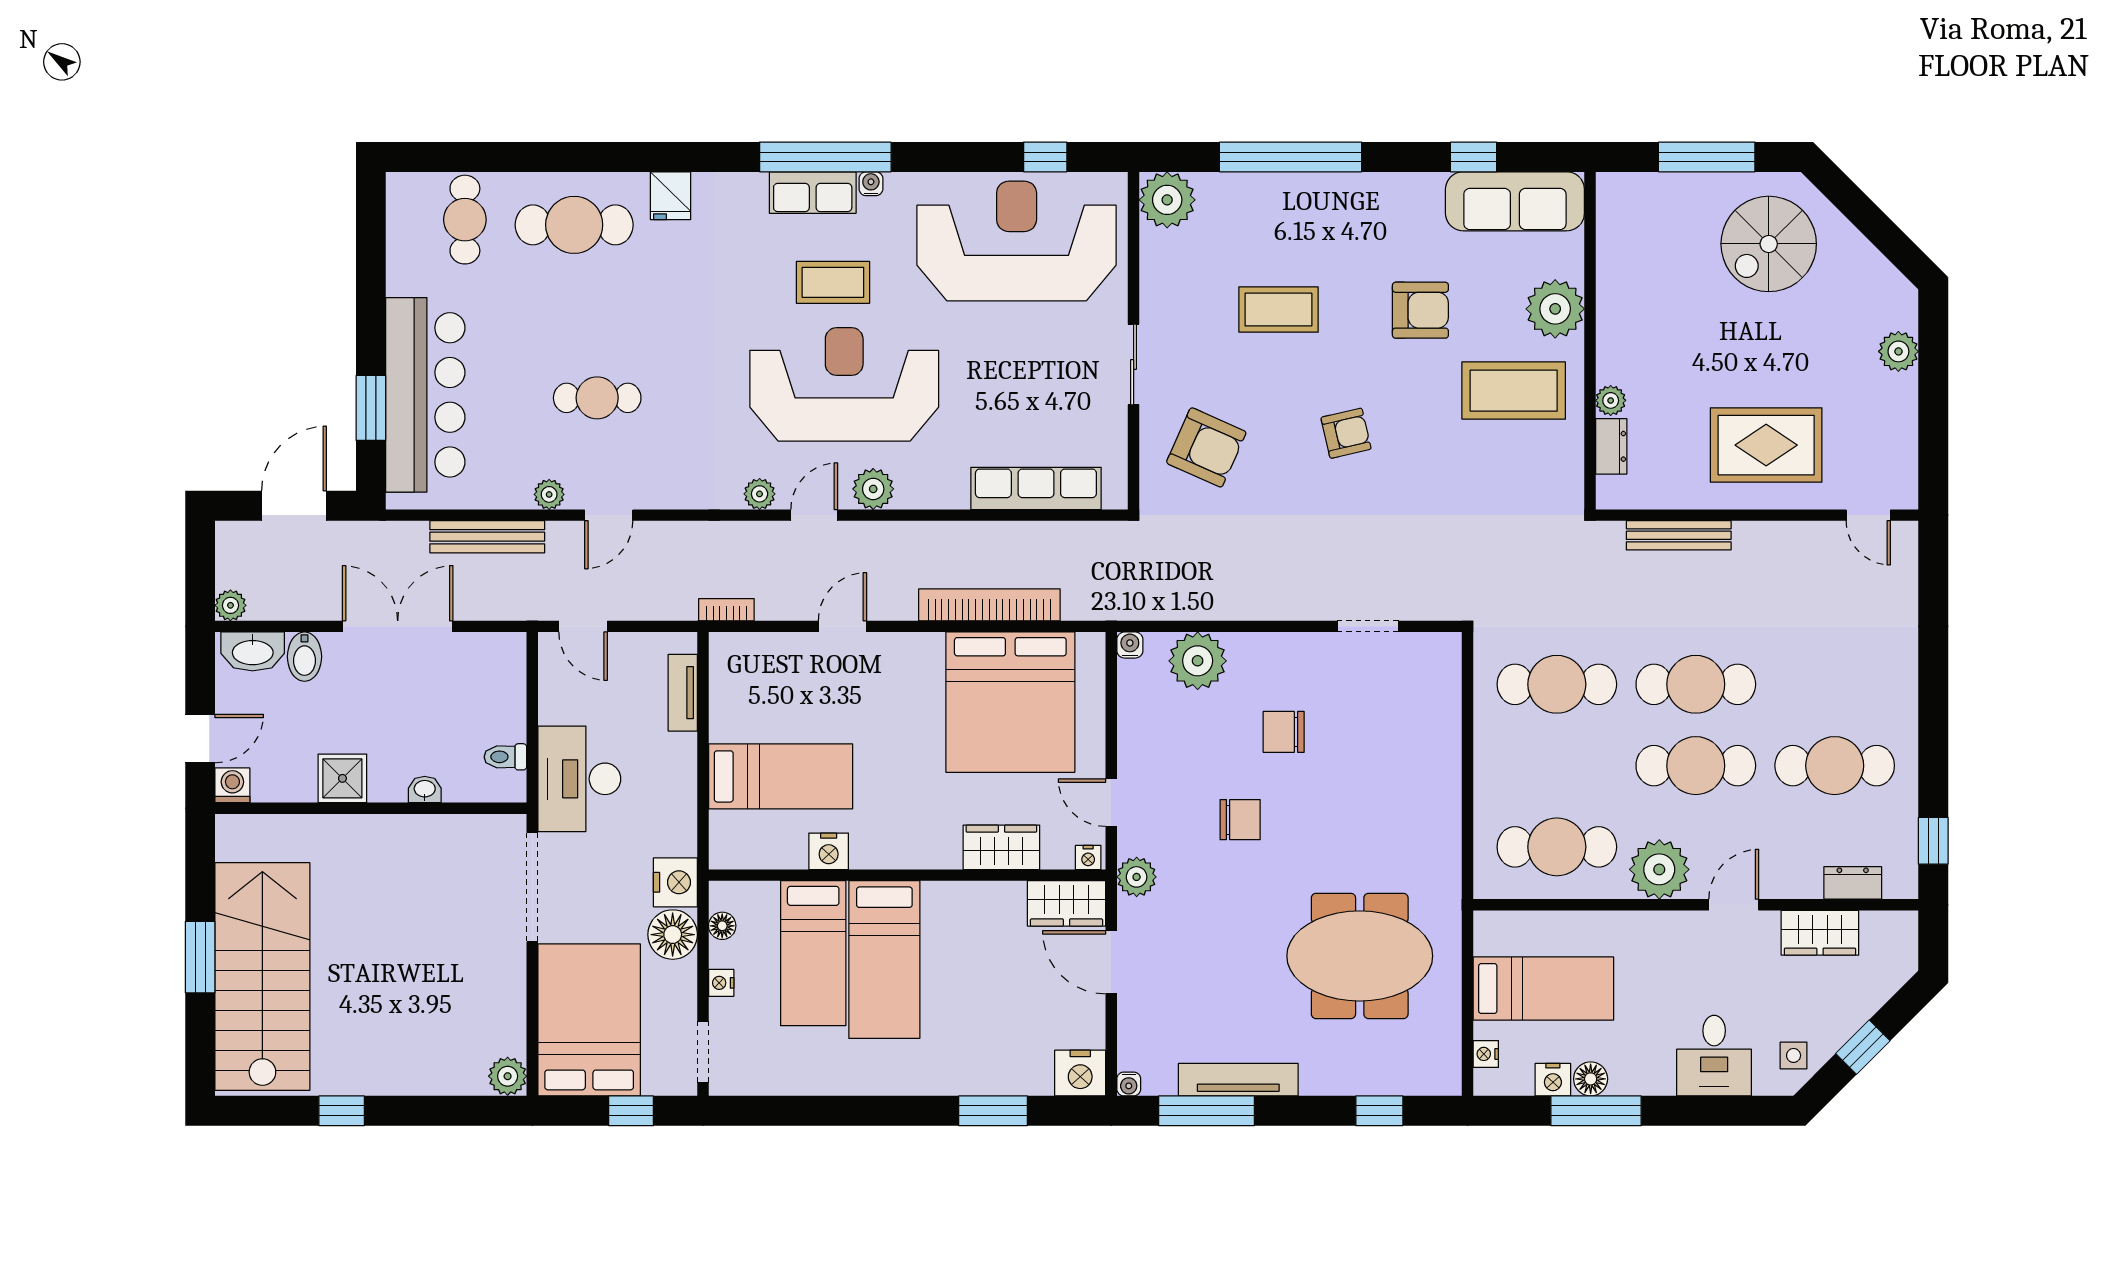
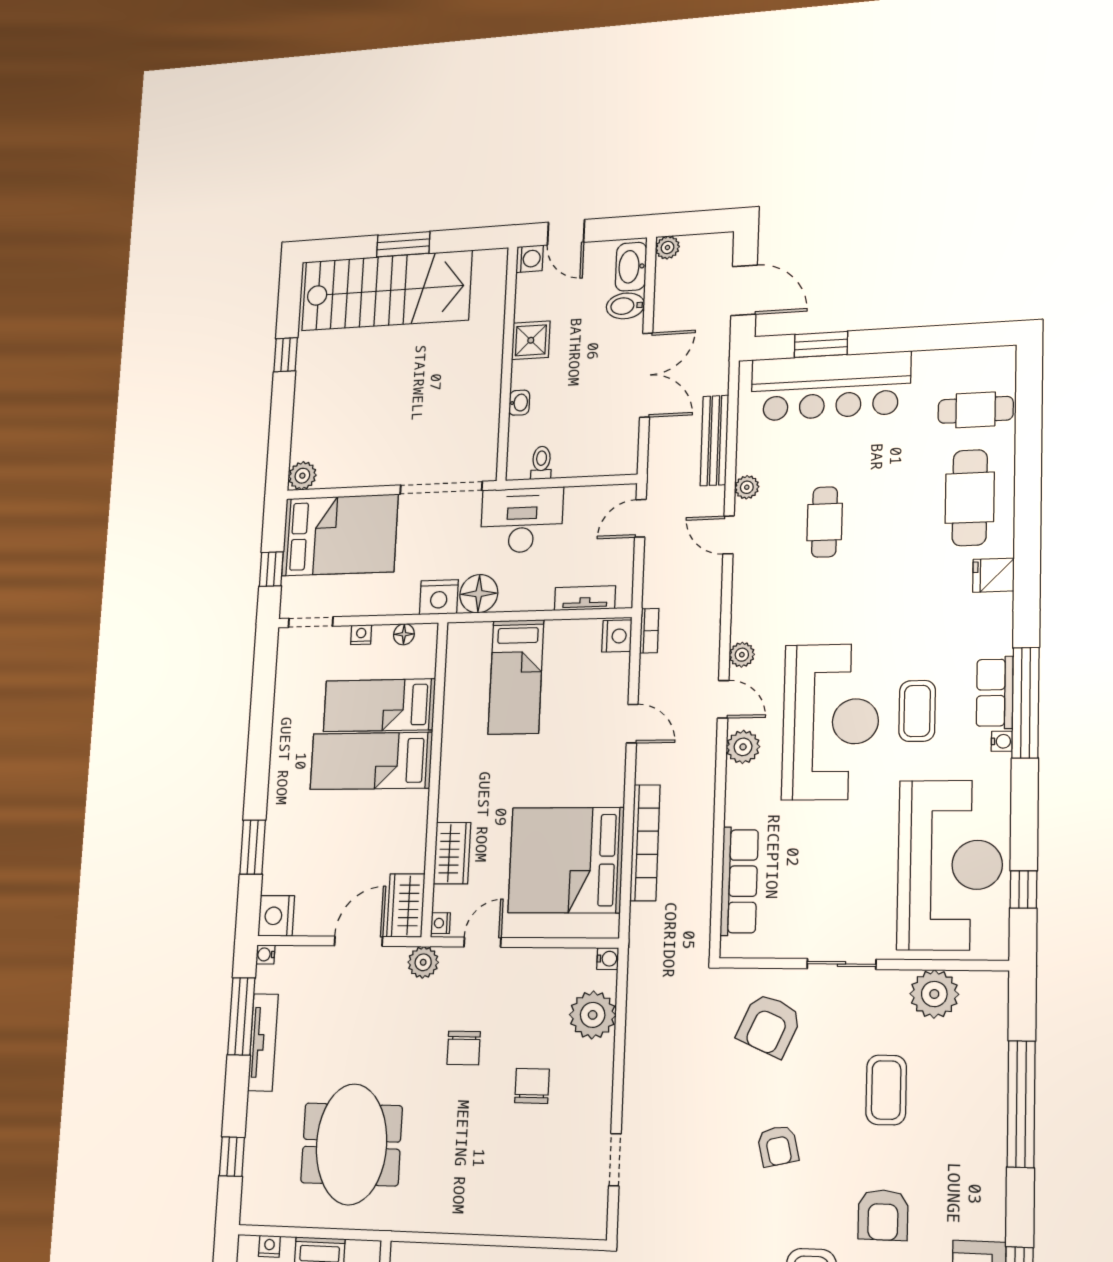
plant: (1167, 200) -> (934, 994), moved
nightstand: (829, 851) -> (617, 636), moved, turned 180
floor lamp: (673, 935) -> (479, 594), moved

